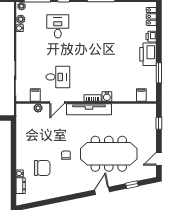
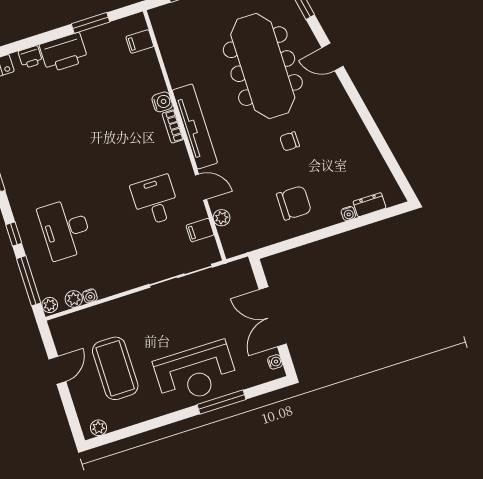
desk: (58, 26) -> (65, 229), width x1.37
chair: (42, 168) -> (294, 203), moved, turned 90

